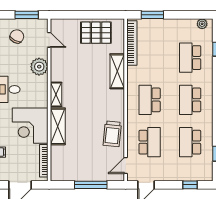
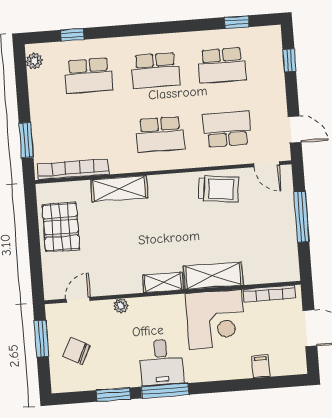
plant: (39, 67) -> (121, 306), width x0.53, depth x0.53

